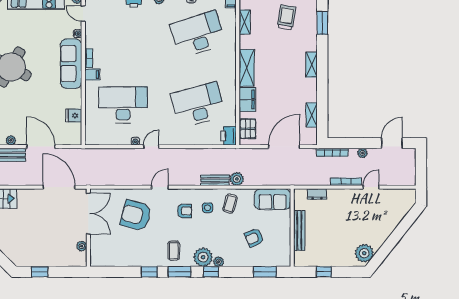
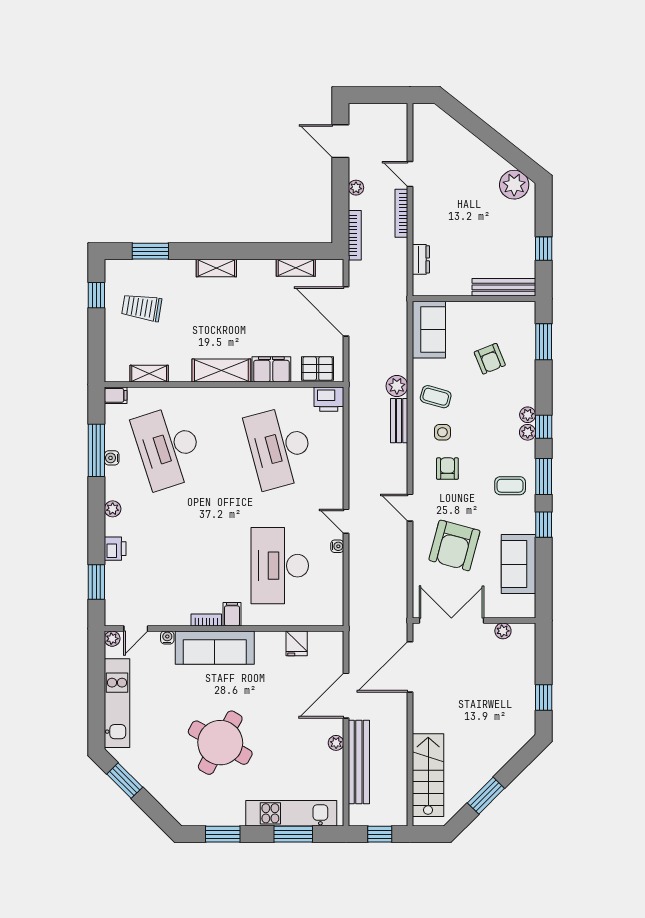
bench: (299, 230) -> (504, 287), moved
sofa: (124, 256) -> (518, 564), added
plant: (203, 257) -> (528, 432), width x0.53, depth x0.53

